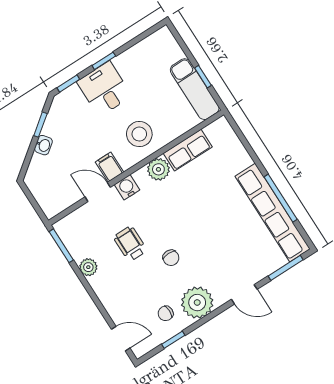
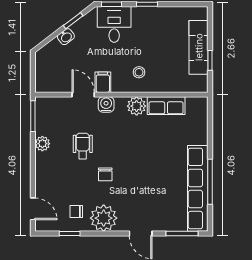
desk: (104, 89) -> (114, 24), moved
exam couch: (195, 89) -> (199, 47), moved
stool: (139, 134) -> (139, 72), width x0.53, depth x0.53

